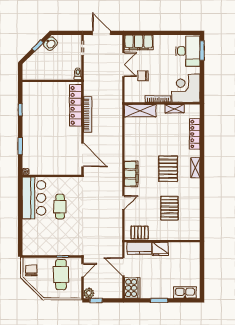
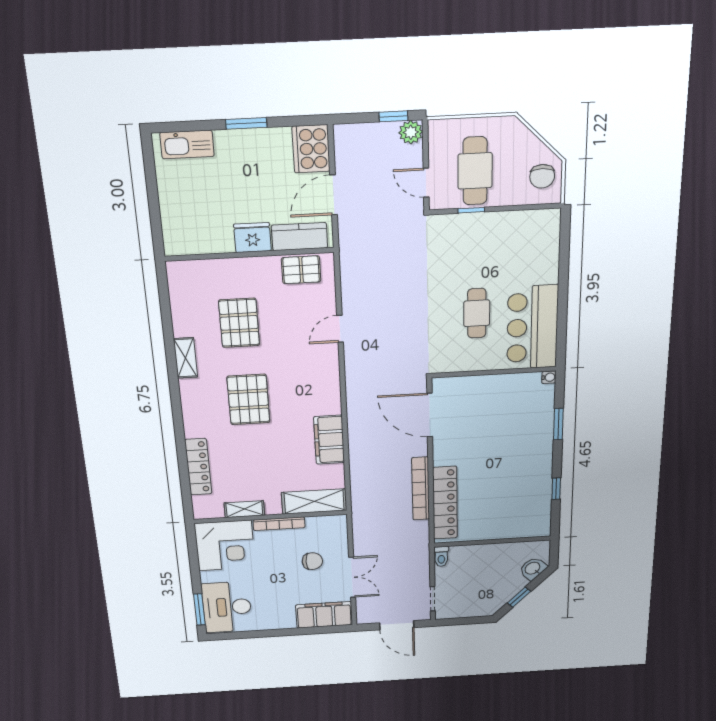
washbasin: (50, 44) -> (533, 569), moved
double door: (123, 65) -> (352, 577), swing flipped
shelving: (195, 168) -> (186, 358), moved
filing cabinet: (131, 174) -> (329, 440), moved
door: (123, 267) -> (334, 195), swing flipped
door: (83, 270) -> (426, 183), hinge flipped

